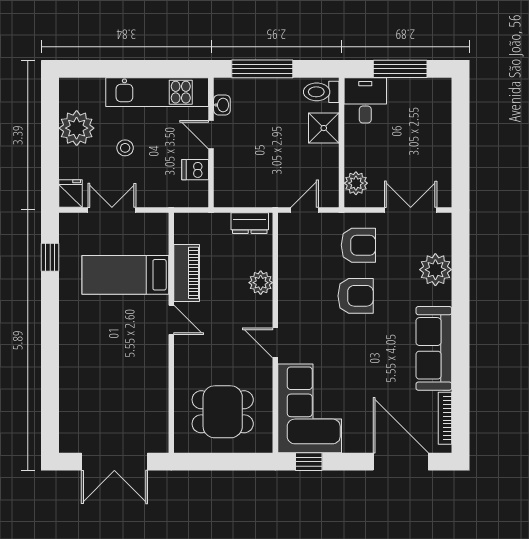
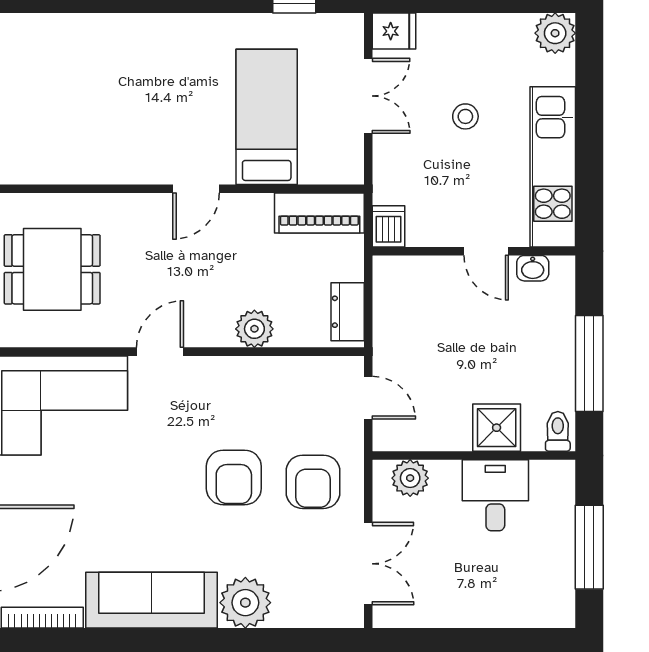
window: (262, 69) -> (589, 363), moved
toilet: (321, 92) -> (558, 431), width x0.73, depth x0.72
desk: (365, 100) -> (495, 495), moved, turned -90
plant: (77, 128) -> (555, 33), moved, width x0.73, depth x0.73
door: (211, 135) -> (486, 251), swing flipped
dishwasher: (195, 170) -> (389, 226), moved
plant: (435, 270) -> (245, 603), moved
piano: (187, 273) -> (319, 213), moved
dining table: (223, 412) -> (52, 269), turned 90

